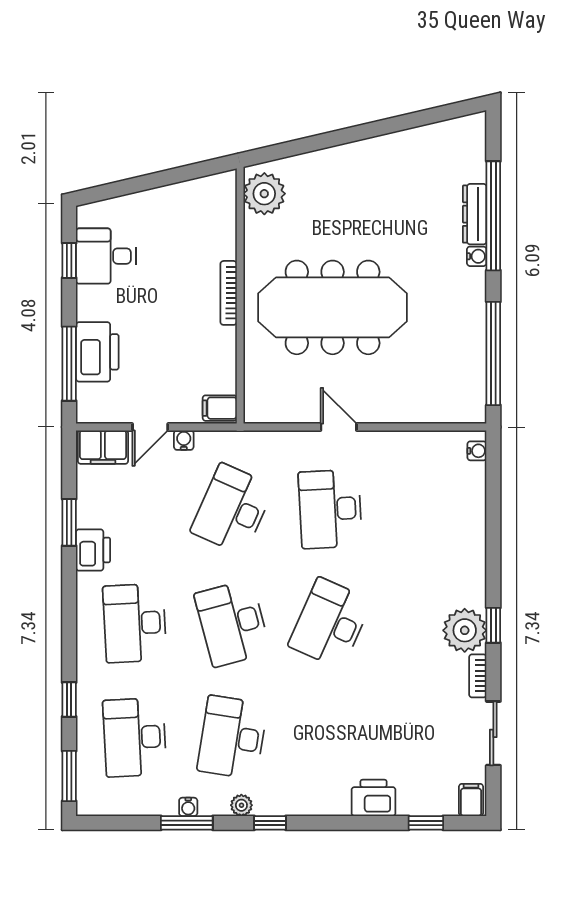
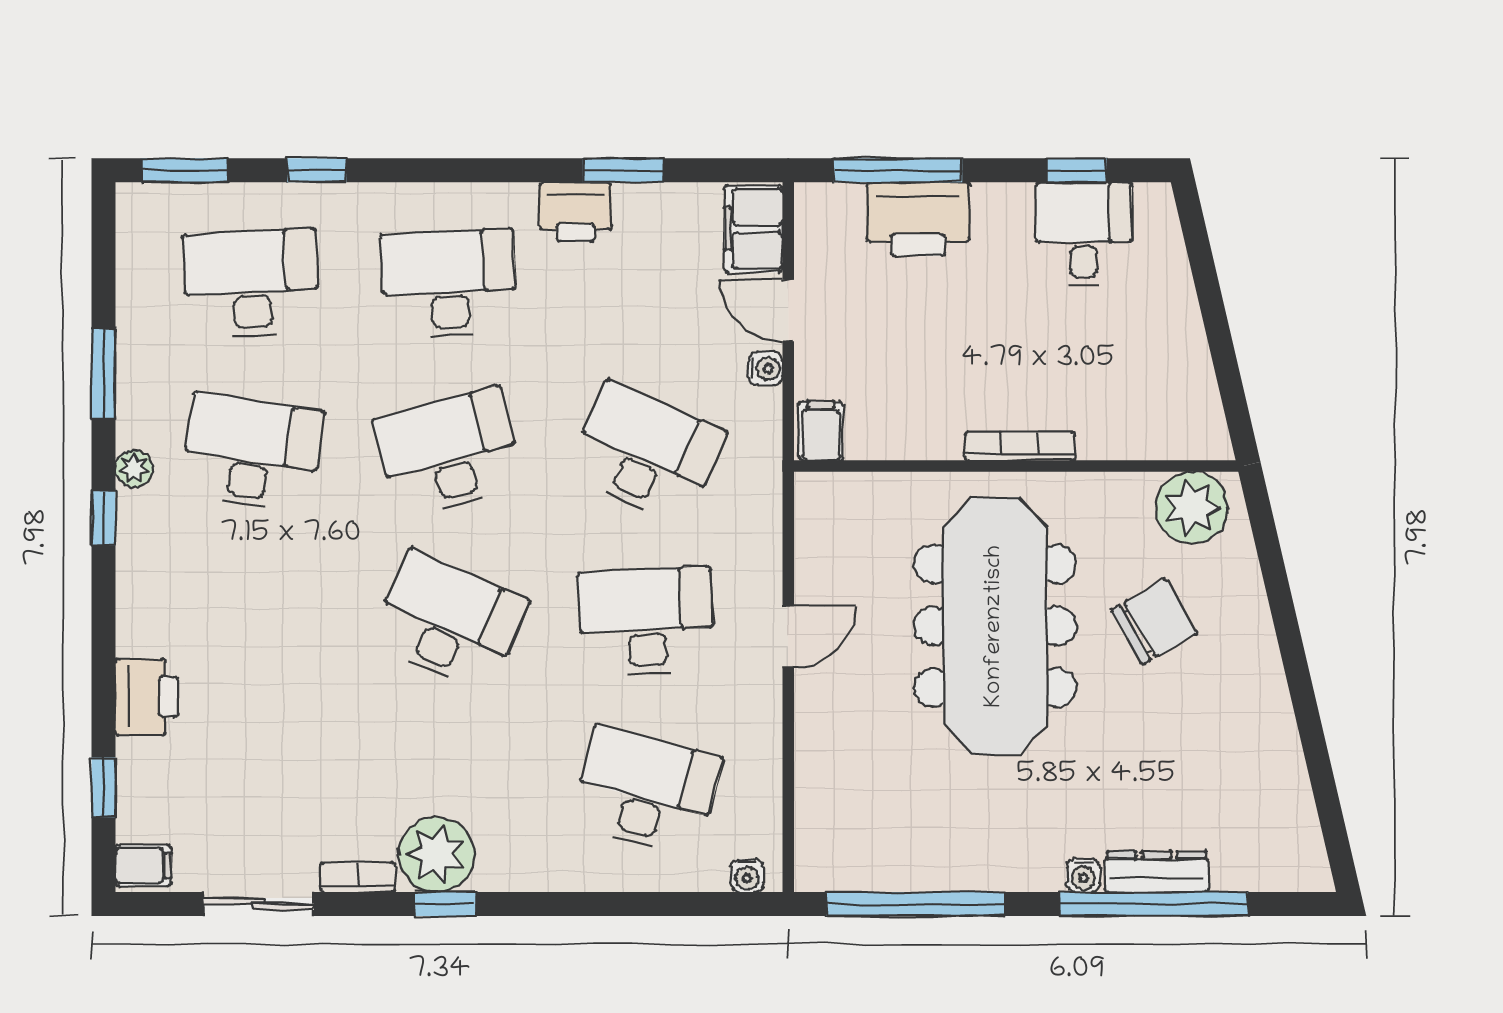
chair: (330, 216) -> (1154, 622), added
desk: (428, 509) -> (646, 791), added
water cooler: (188, 807) -> (131, 376), removed

